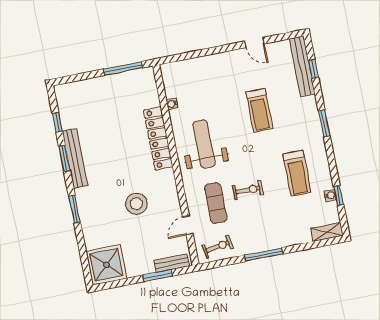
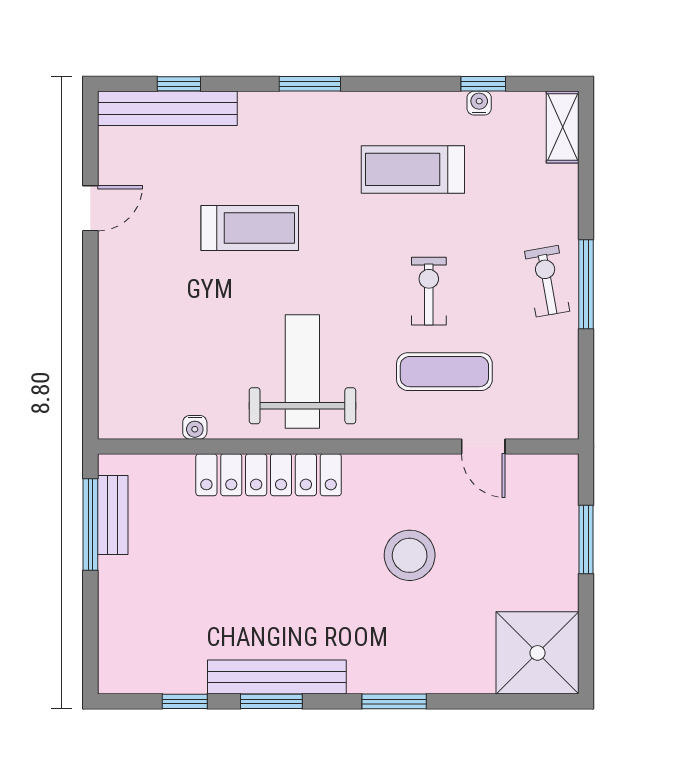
weight bench: (204, 144) -> (302, 372), turned 90
treadmill: (297, 173) -> (413, 169), turned 180
exercise bike: (218, 247) -> (547, 281), moved
bench: (172, 263) -> (113, 515), moved

